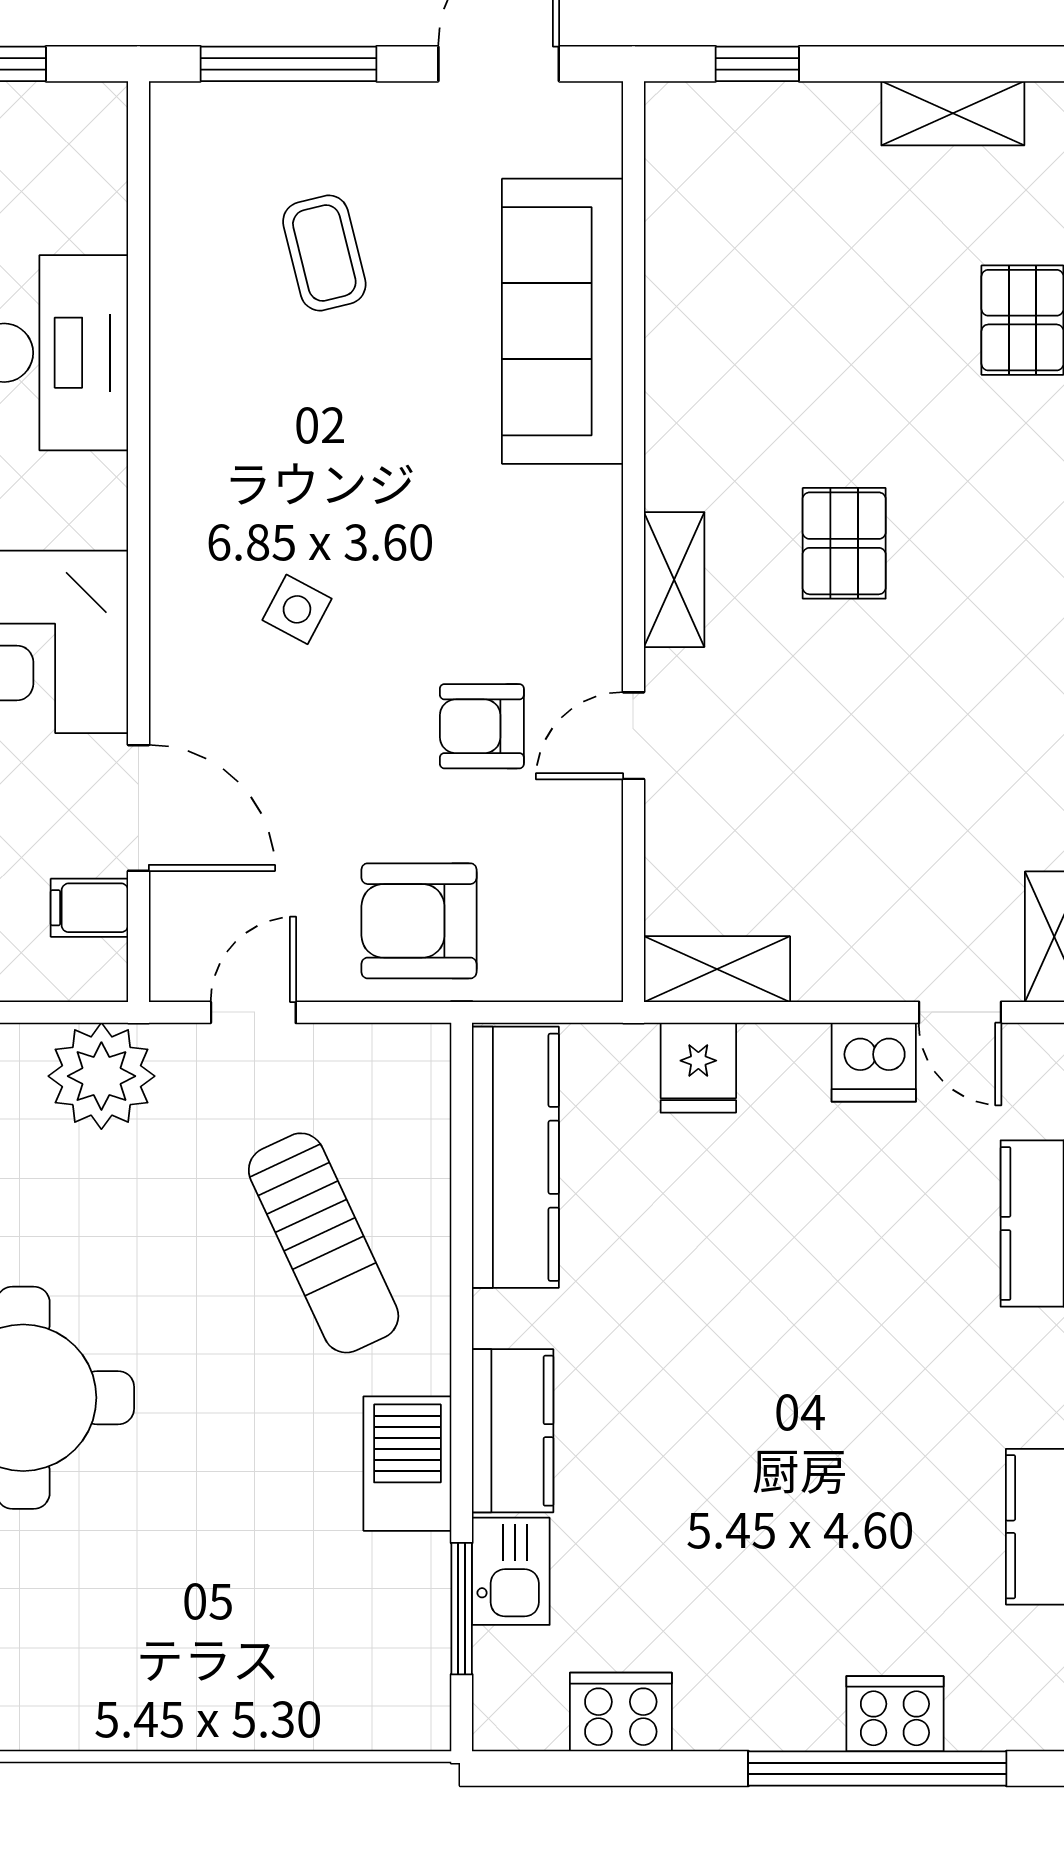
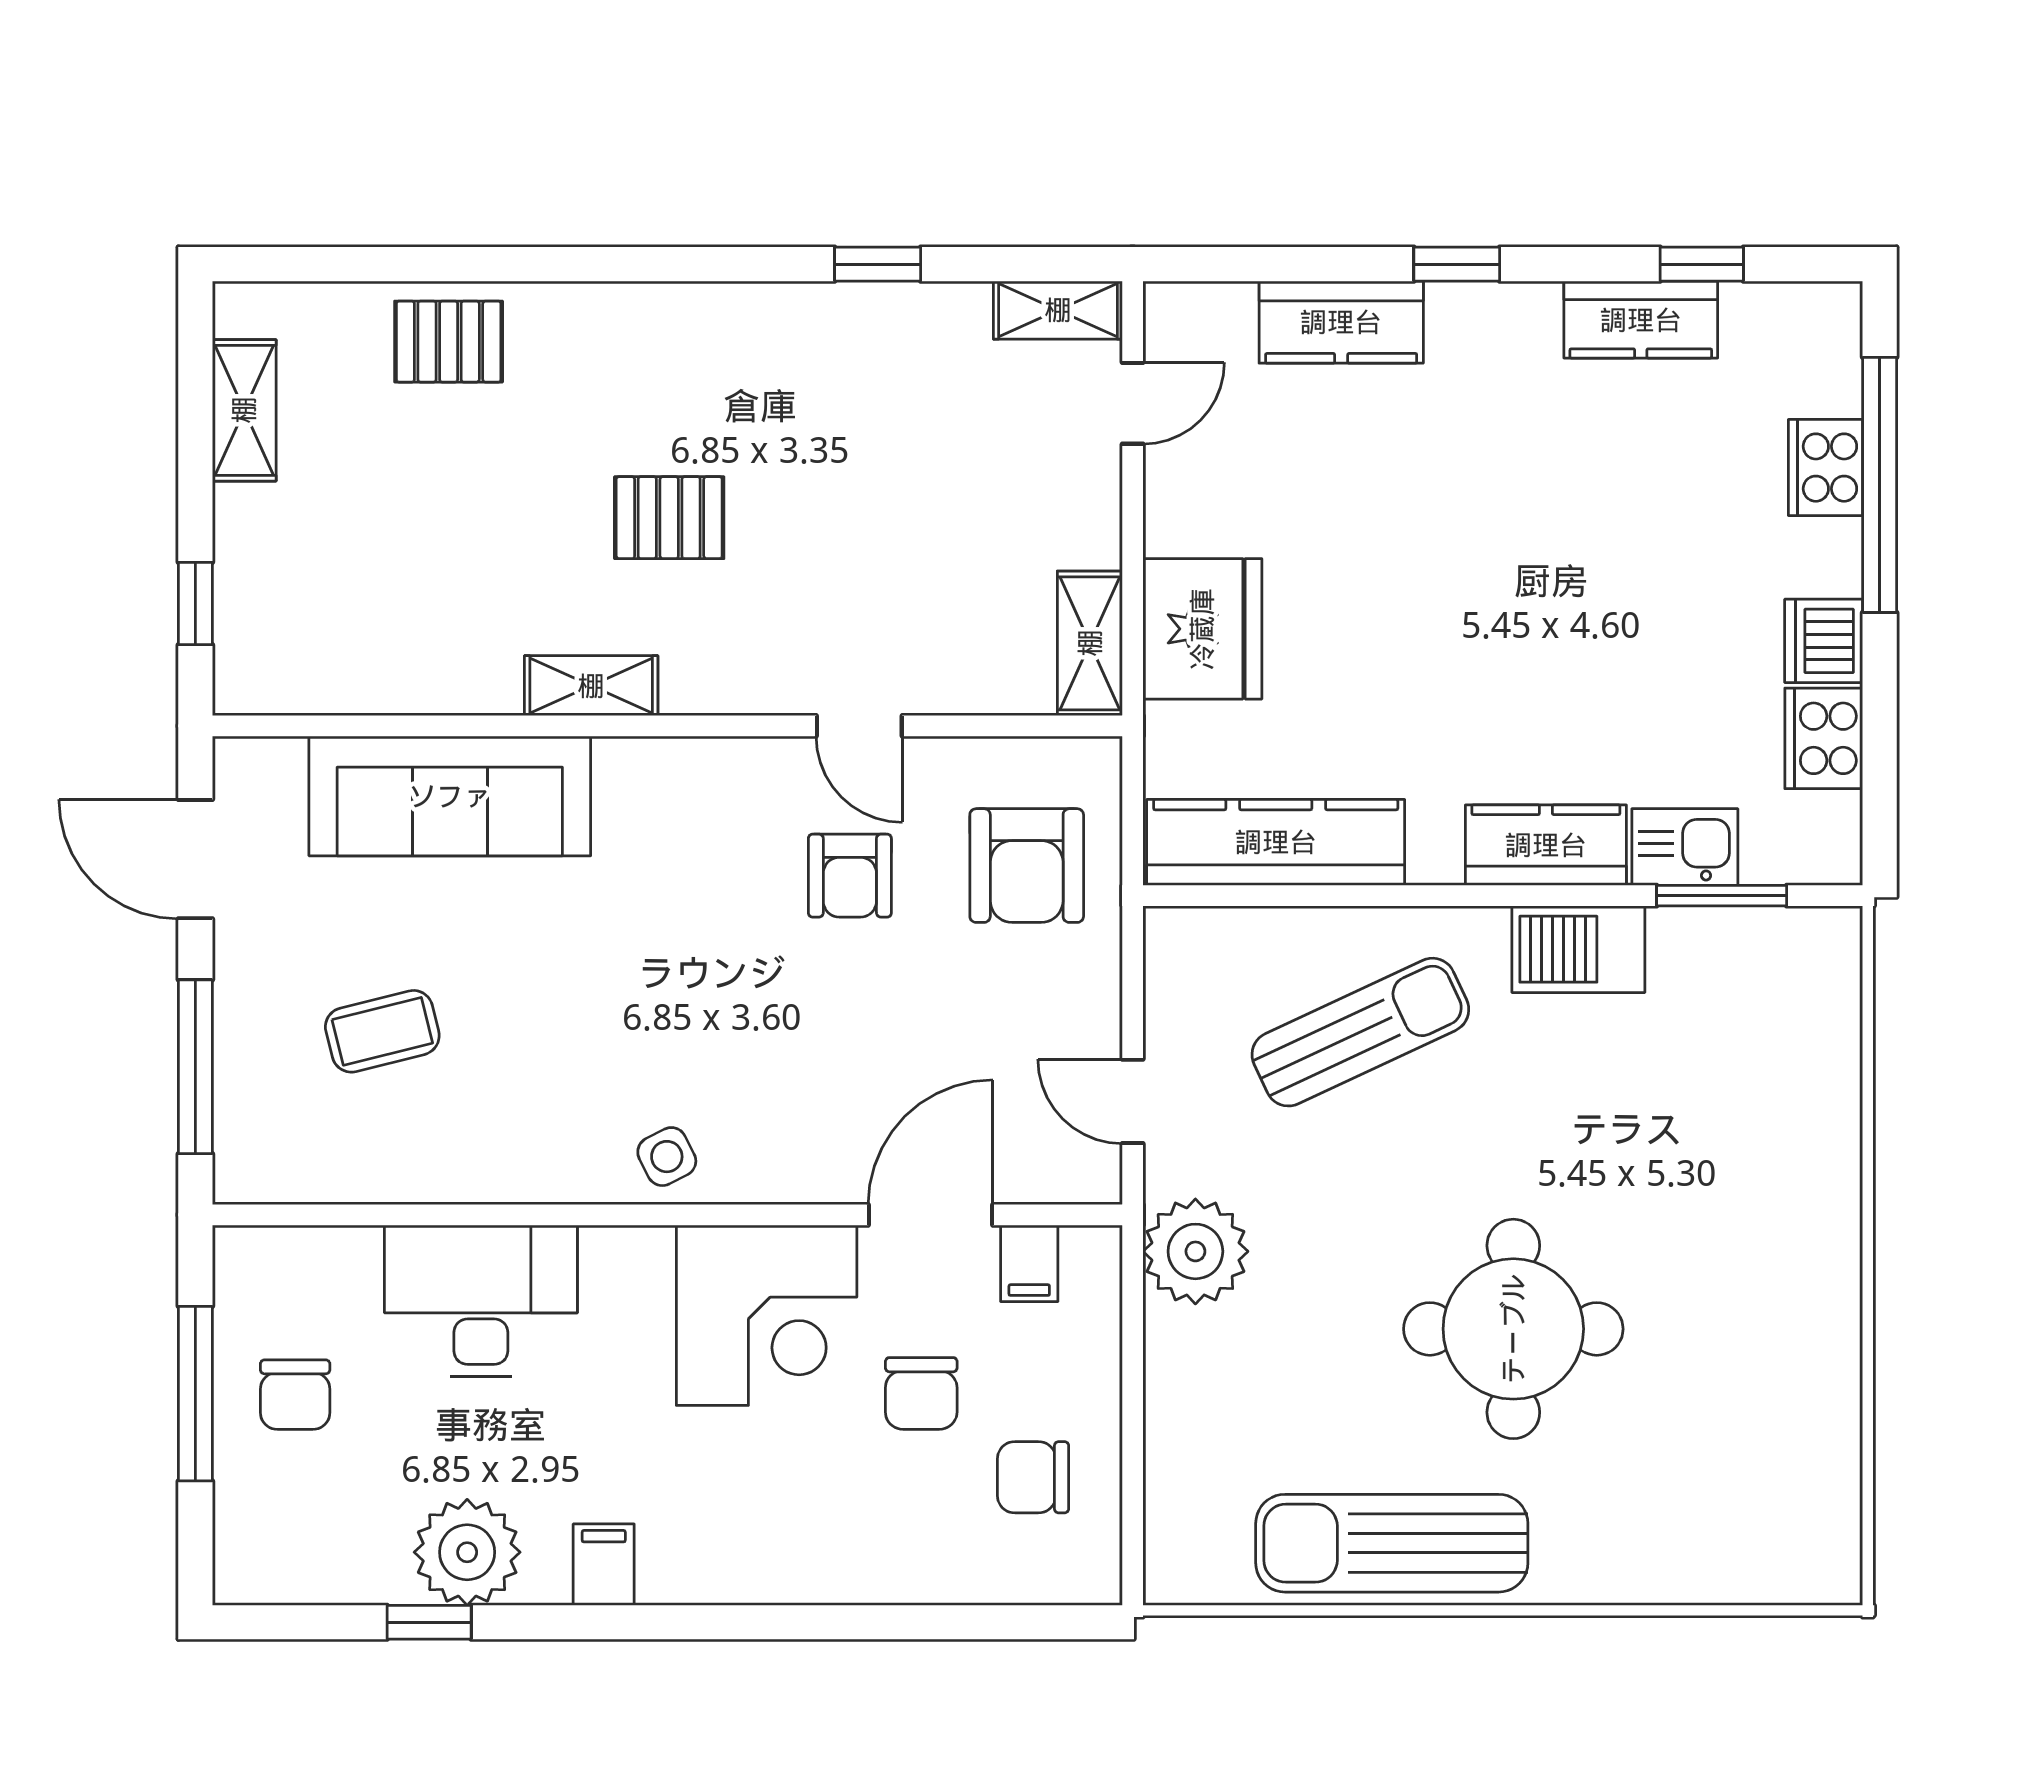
shelving: (674, 580) -> (591, 686), moved
side table: (297, 609) -> (667, 1157), moved, turned 35
armchair: (419, 921) -> (1027, 866), moved
dishwasher: (874, 1062) -> (1824, 641), moved, turned 180
fridge: (698, 1068) -> (1202, 629), width x1.88, depth x1.34

